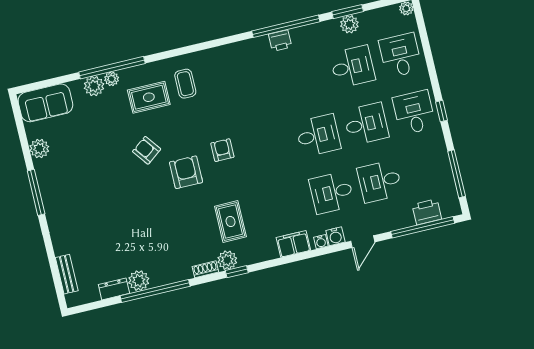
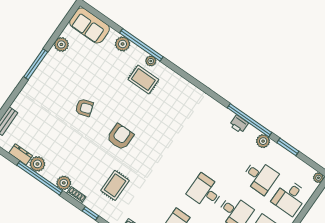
plant: (349, 24) -> (263, 141), moved
desk: (400, 55) -> (290, 197), turned 180
plant: (112, 79) -> (151, 61), moved
coffee table: (185, 84) -> (169, 93), removed
desk: (318, 135) -> (205, 191), turned 180
armchair: (147, 150) -> (84, 108), moved, turned 109
armchair: (222, 150) -> (150, 146), removed
plant: (227, 260) -> (64, 183), moved

